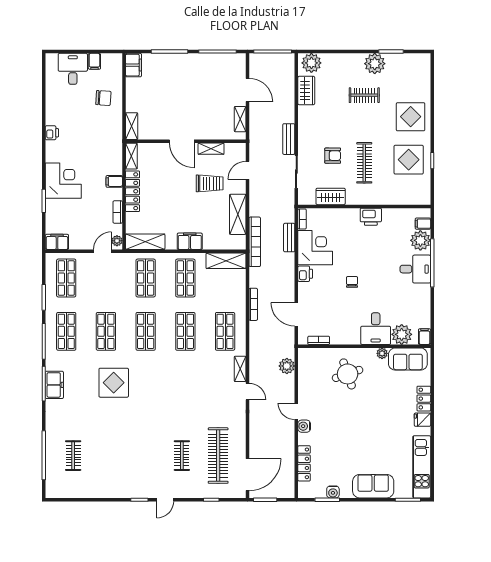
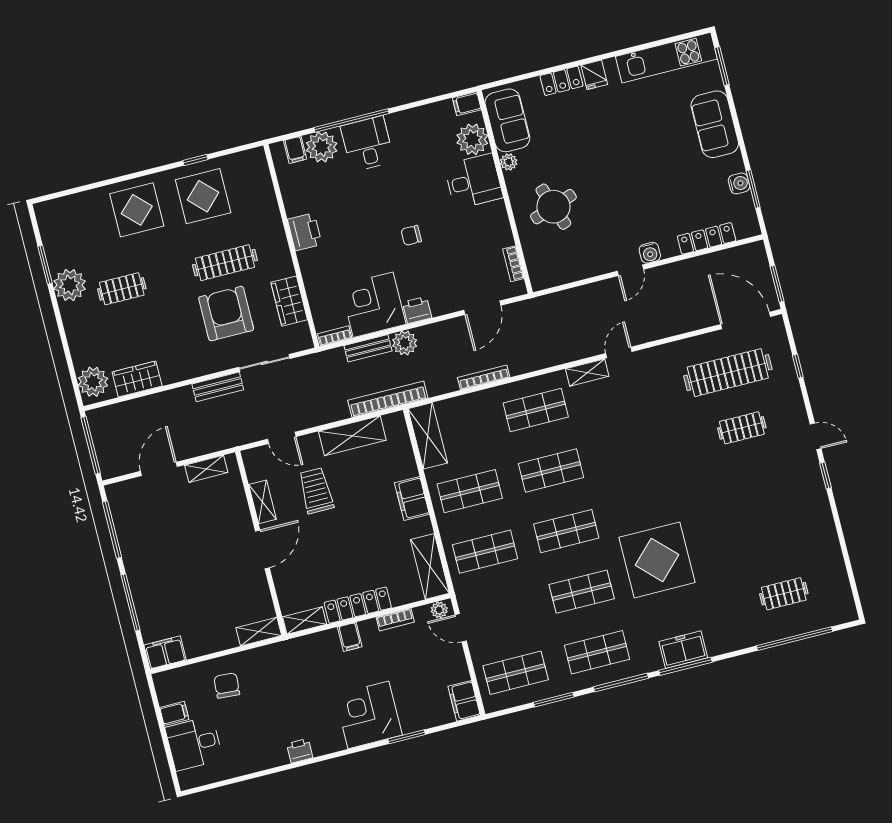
clothes rail: (364, 95) -> (122, 289), turned 90
armchair: (333, 156) -> (226, 314), width x1.88, depth x1.88
plant: (287, 366) -> (405, 343), moved
display table: (114, 383) -> (657, 560), width x1.36, depth x1.36

